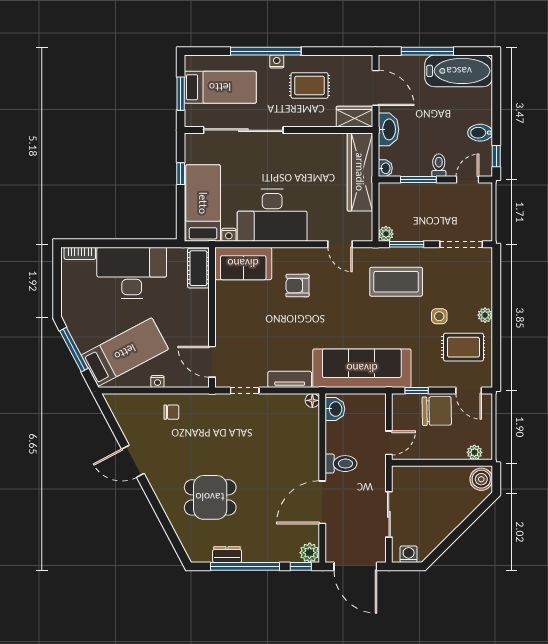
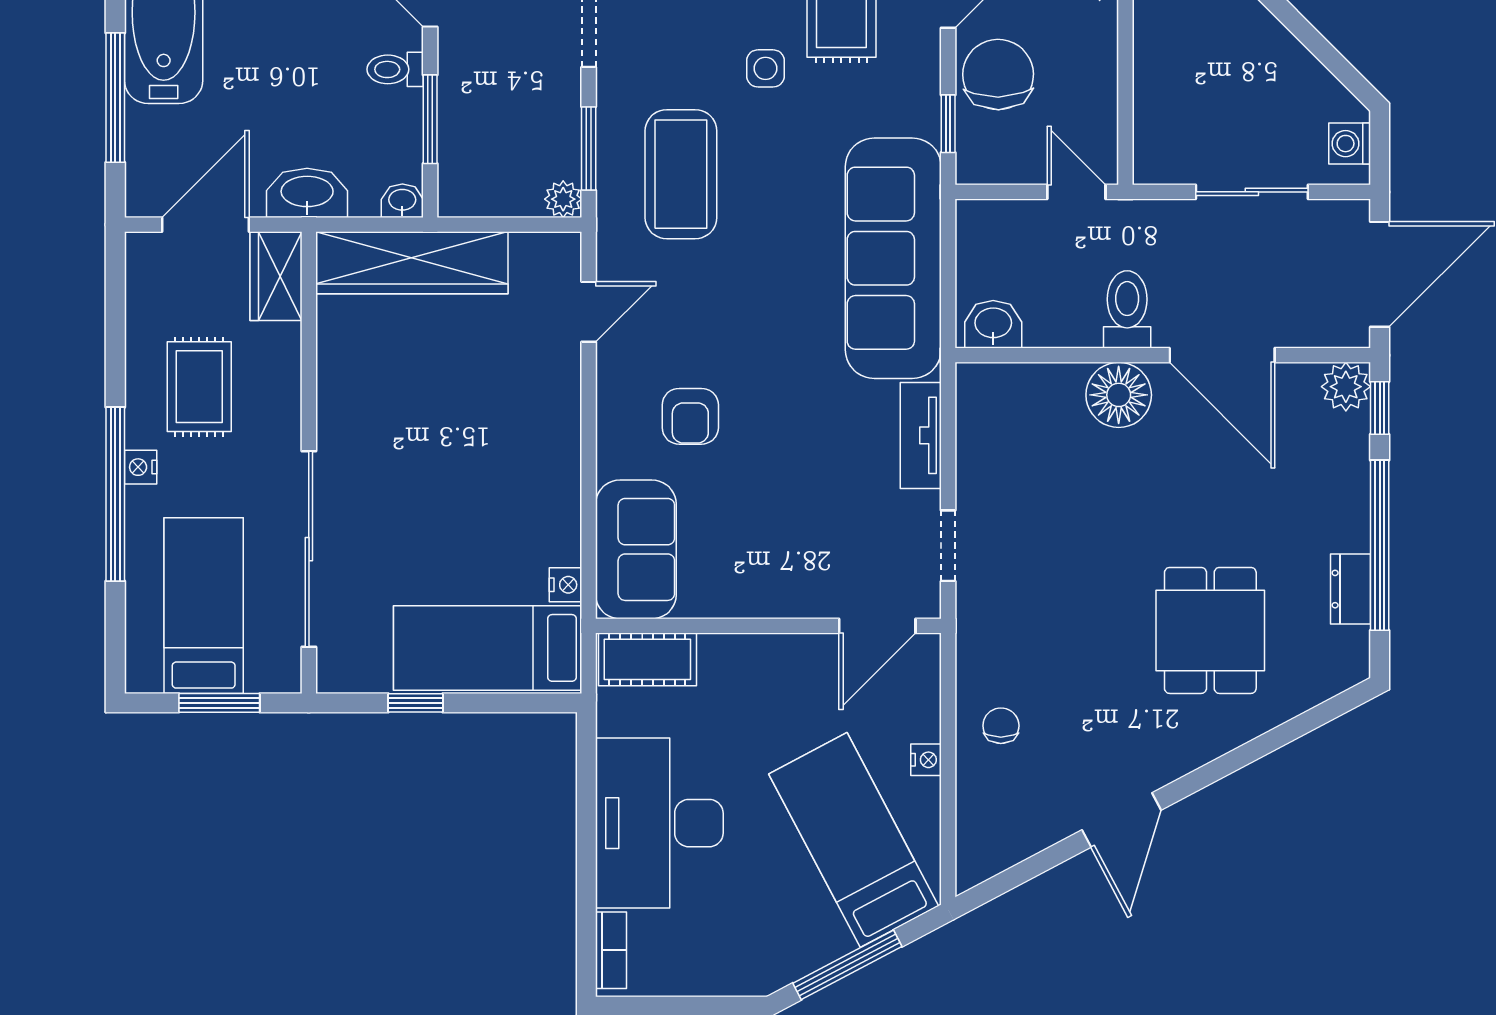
desk: (272, 215) -> (518, 478), removed
floor lamp: (312, 400) -> (1119, 395), moved, width x1.89, depth x1.89

